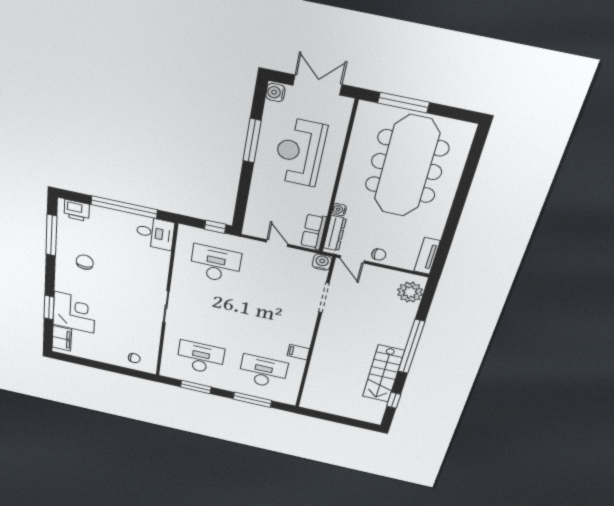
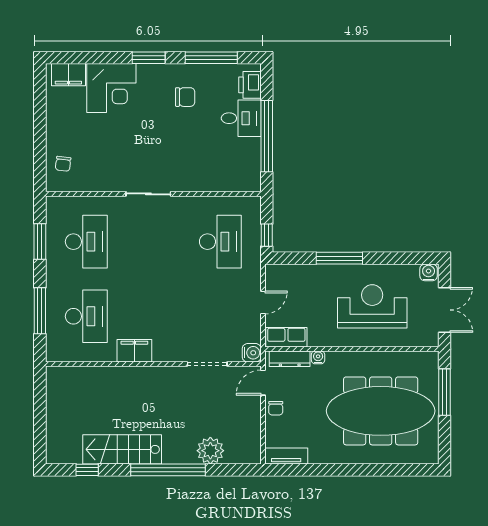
window: (252, 141) -> (339, 258), moved
desk: (155, 233) -> (241, 118), moved, turned -90
plant: (410, 292) -> (210, 451), moved
window: (49, 308) -> (149, 58), moved
filing cabinet: (298, 352) -> (134, 351), width x2.00

